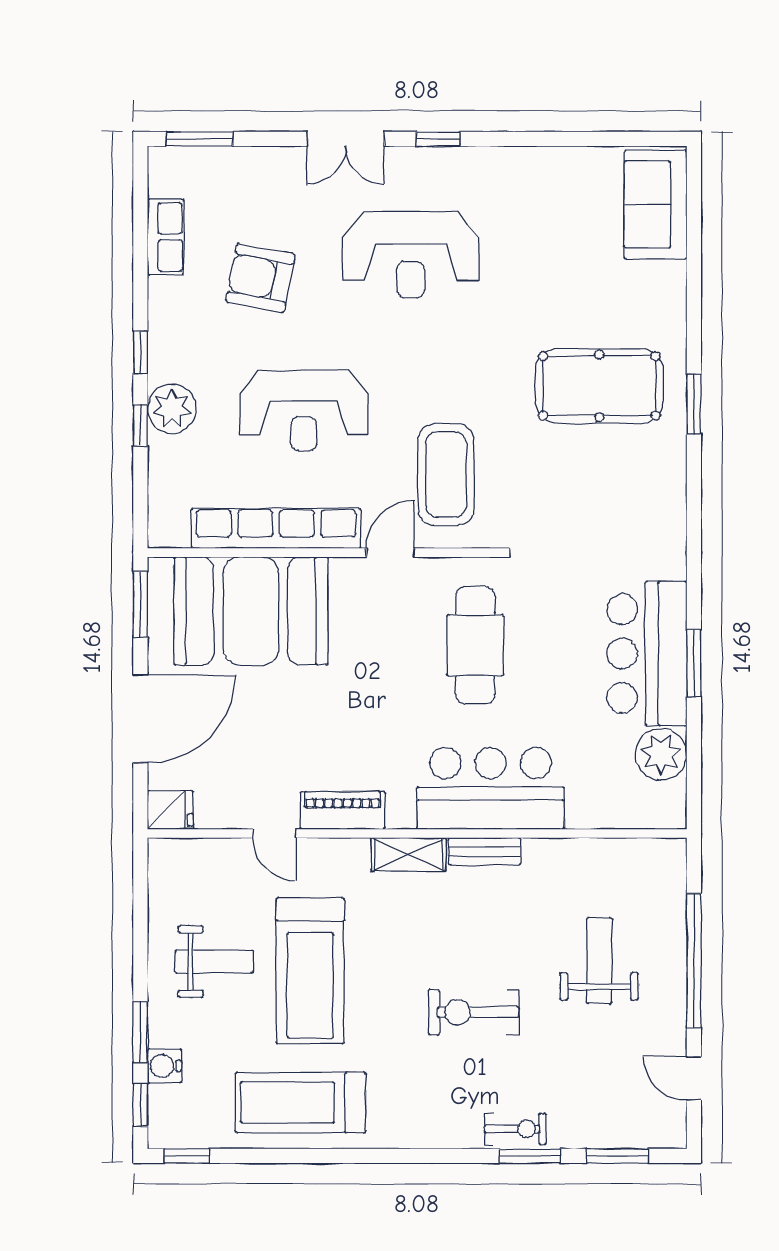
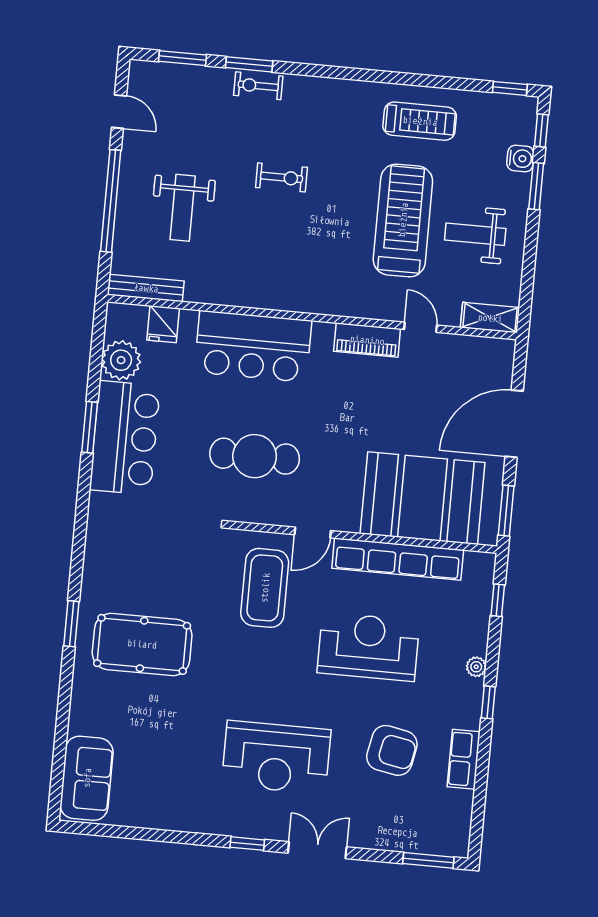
row of seats: (166, 237) -> (464, 759), moved
reception desk: (411, 255) -> (276, 757), turned 180
plant: (172, 409) -> (476, 667), width x0.53, depth x0.53
window: (140, 425) -> (498, 600), moved
cafe table: (475, 645) -> (255, 456), turned 90
fridge: (170, 810) -> (163, 324), moved, turned -90
bench: (485, 852) -> (146, 288), moved, width x1.36
shelving: (408, 855) -> (490, 318), moved
exercise bike: (474, 1012) -> (282, 177), width x0.73, depth x0.72
treadmill: (300, 1102) -> (420, 121), width x0.73, depth x0.73

